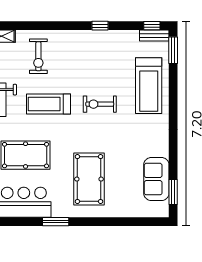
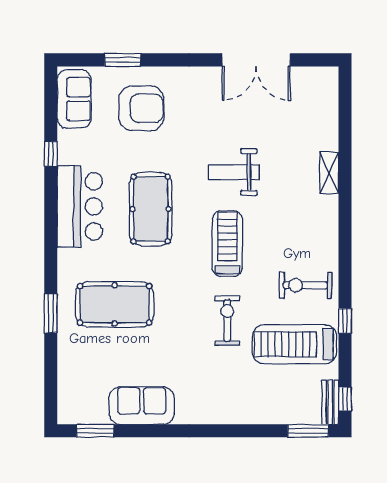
exercise bike: (38, 56) -> (305, 285), moved
treadmill: (149, 86) -> (295, 344), moved
sofa: (156, 179) -> (142, 406), moved
window: (56, 222) -> (51, 313), moved

